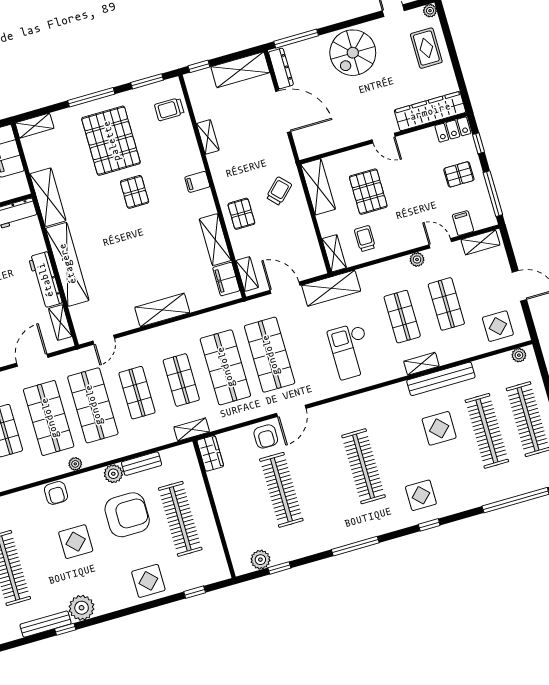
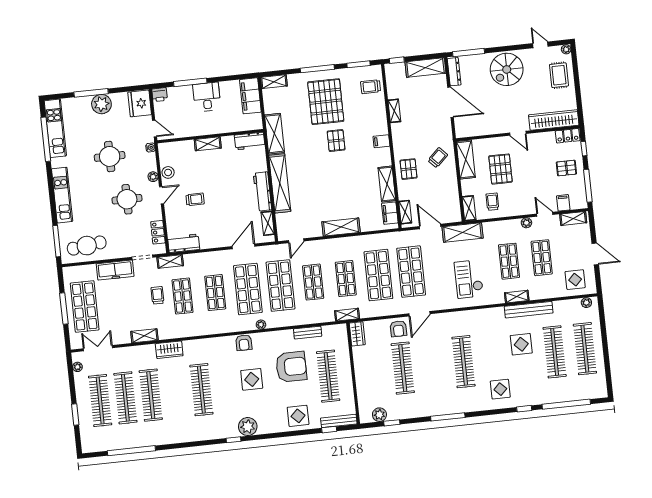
plant: (113, 474) -> (287, 336), removed
window: (429, 525) -> (524, 409), moved
bench: (46, 624) -> (339, 421), moved

